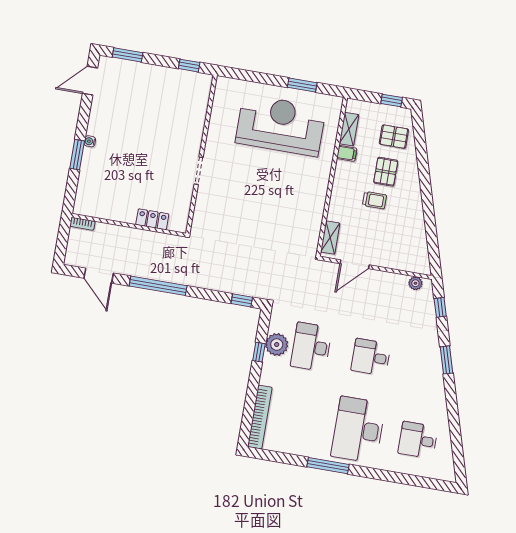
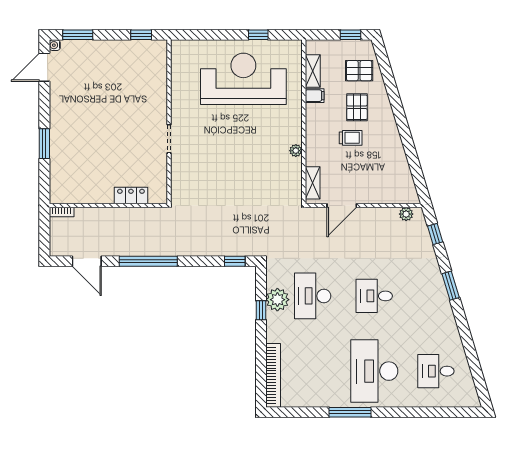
window: (302, 85) -> (258, 35), width x0.67
water cooler: (90, 141) -> (55, 45), moved
plant: (319, 203) -> (296, 151), added

